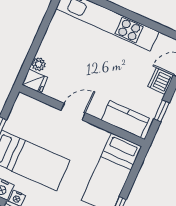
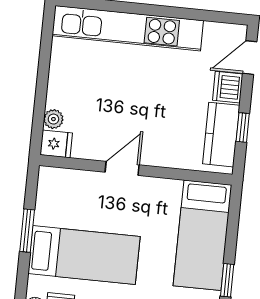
kitchen counter: (125, 119) -> (221, 135), moved, turned -90

